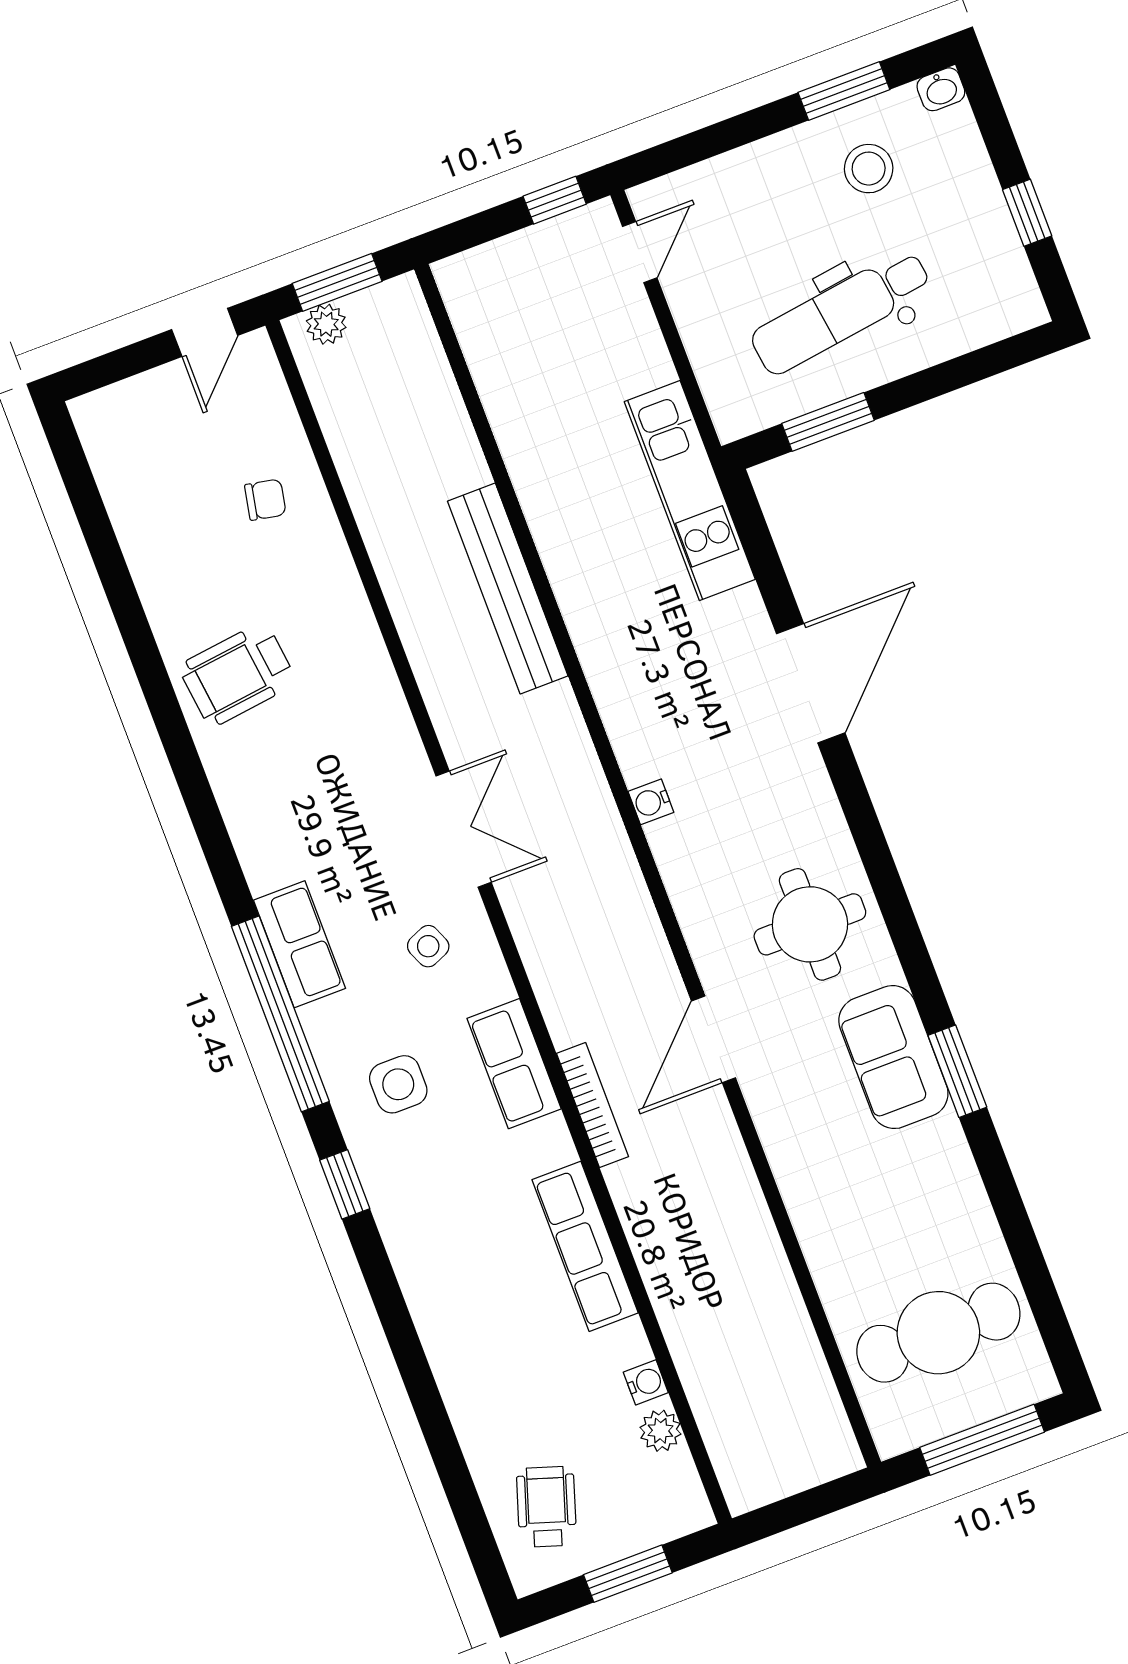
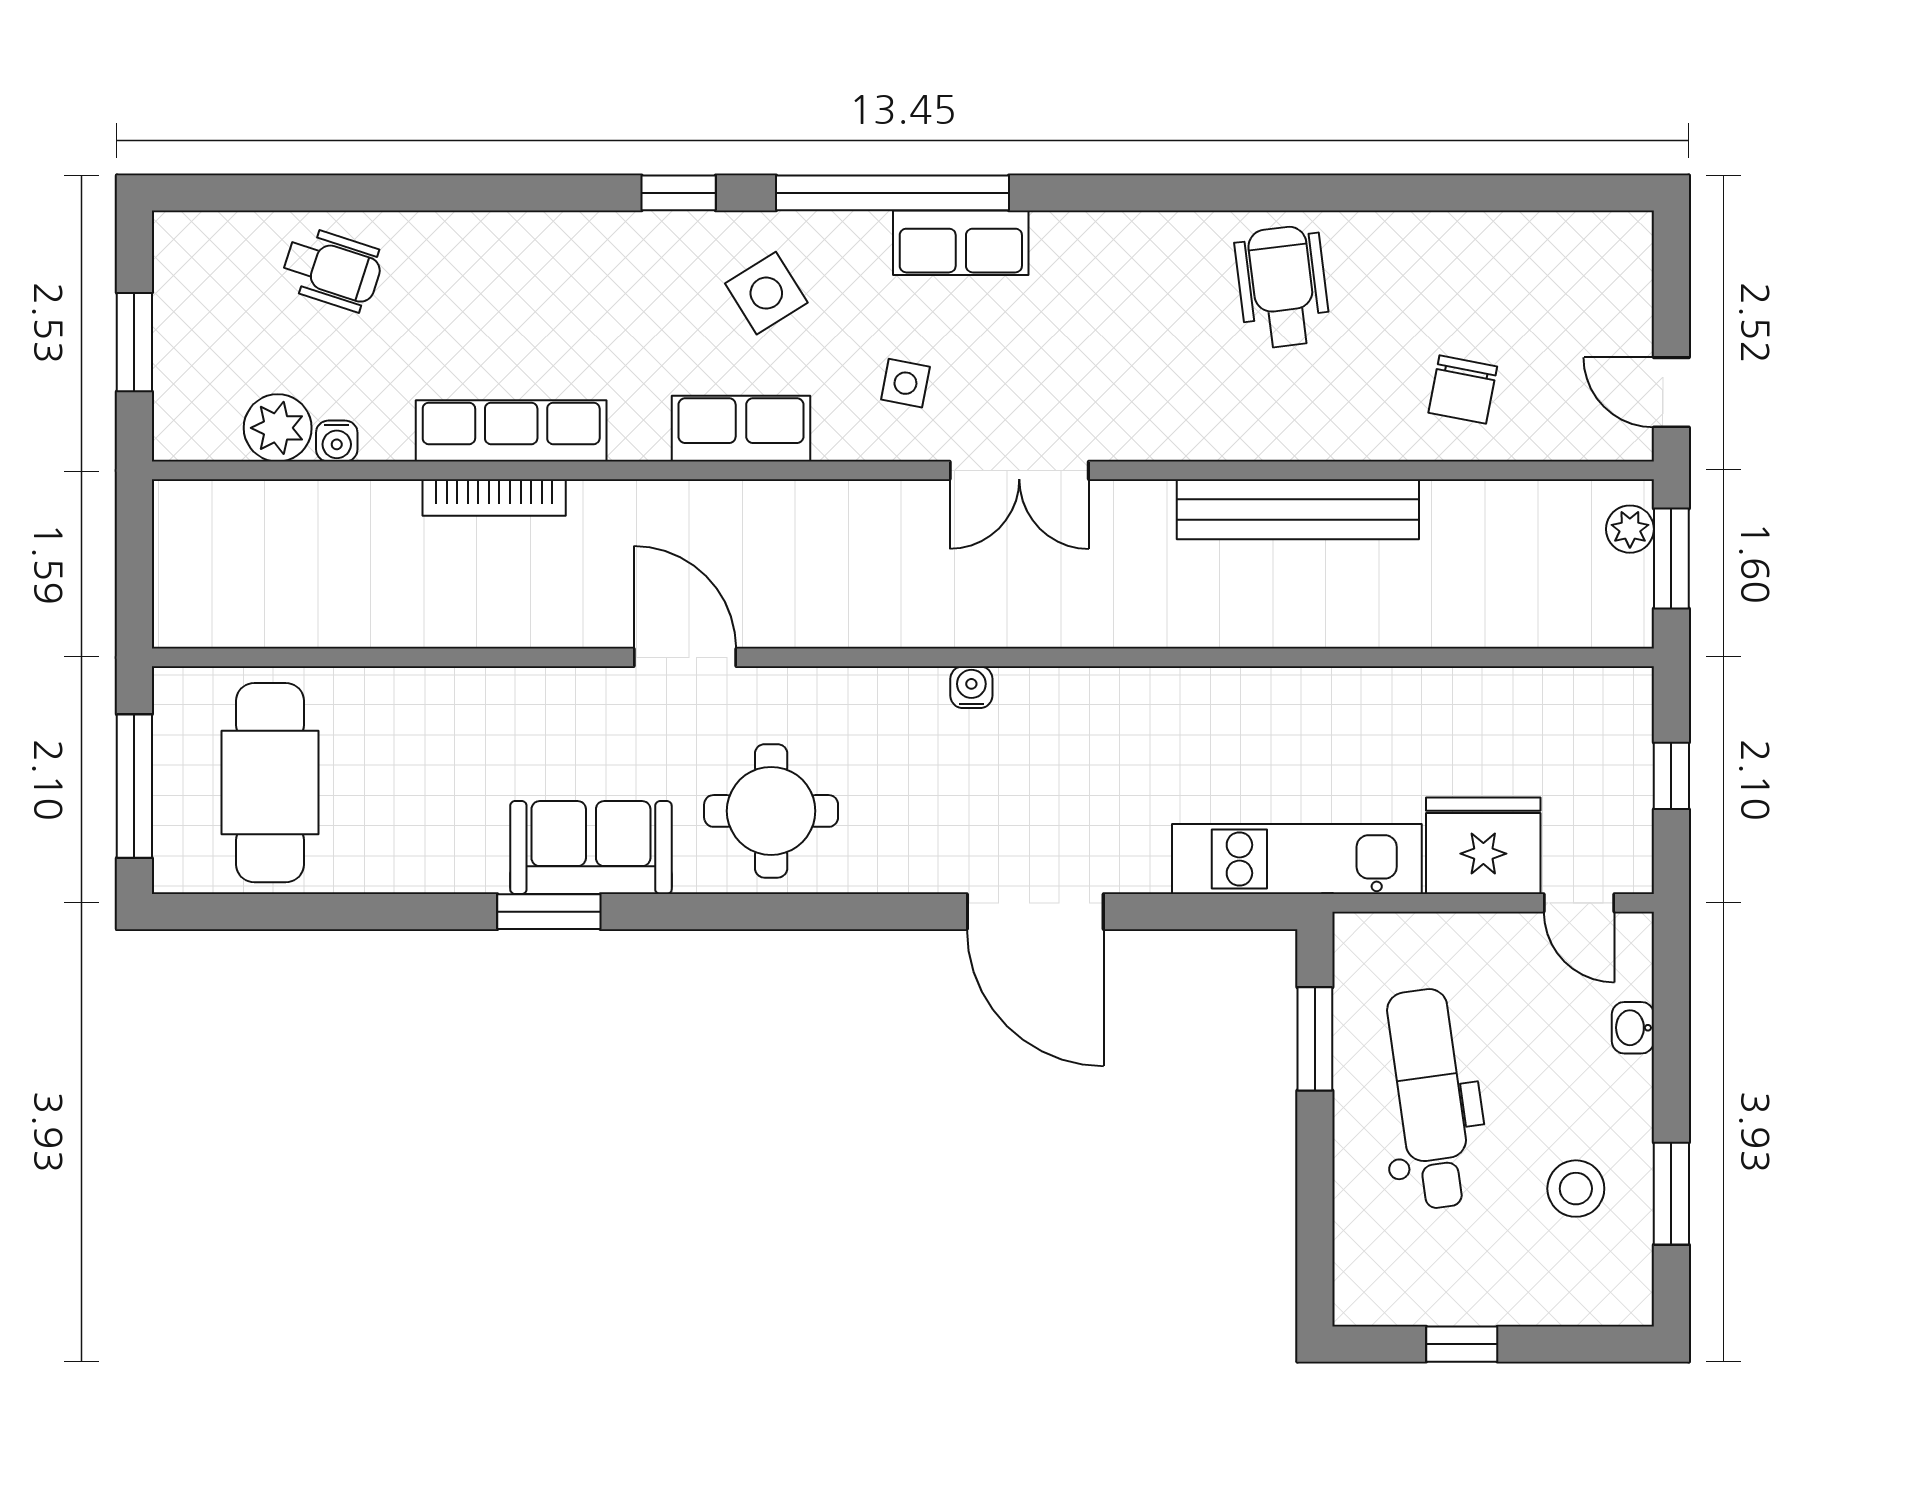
washbasin: (941, 89) -> (1633, 1028), moved
window: (555, 200) -> (1671, 776), moved
fridge: (623, 346) -> (1483, 846), added
chair: (265, 500) -> (1463, 390), width x1.37, depth x1.37
bench: (508, 589) -> (1298, 509), moved
side table: (428, 946) -> (905, 383), turned 34
side table: (398, 1084) -> (766, 293), turned -32
bookcase: (592, 1105) -> (494, 498), moved
plant: (660, 1431) -> (278, 428), width x1.38, depth x1.38
wheelchair: (546, 1507) -> (332, 269), moved

